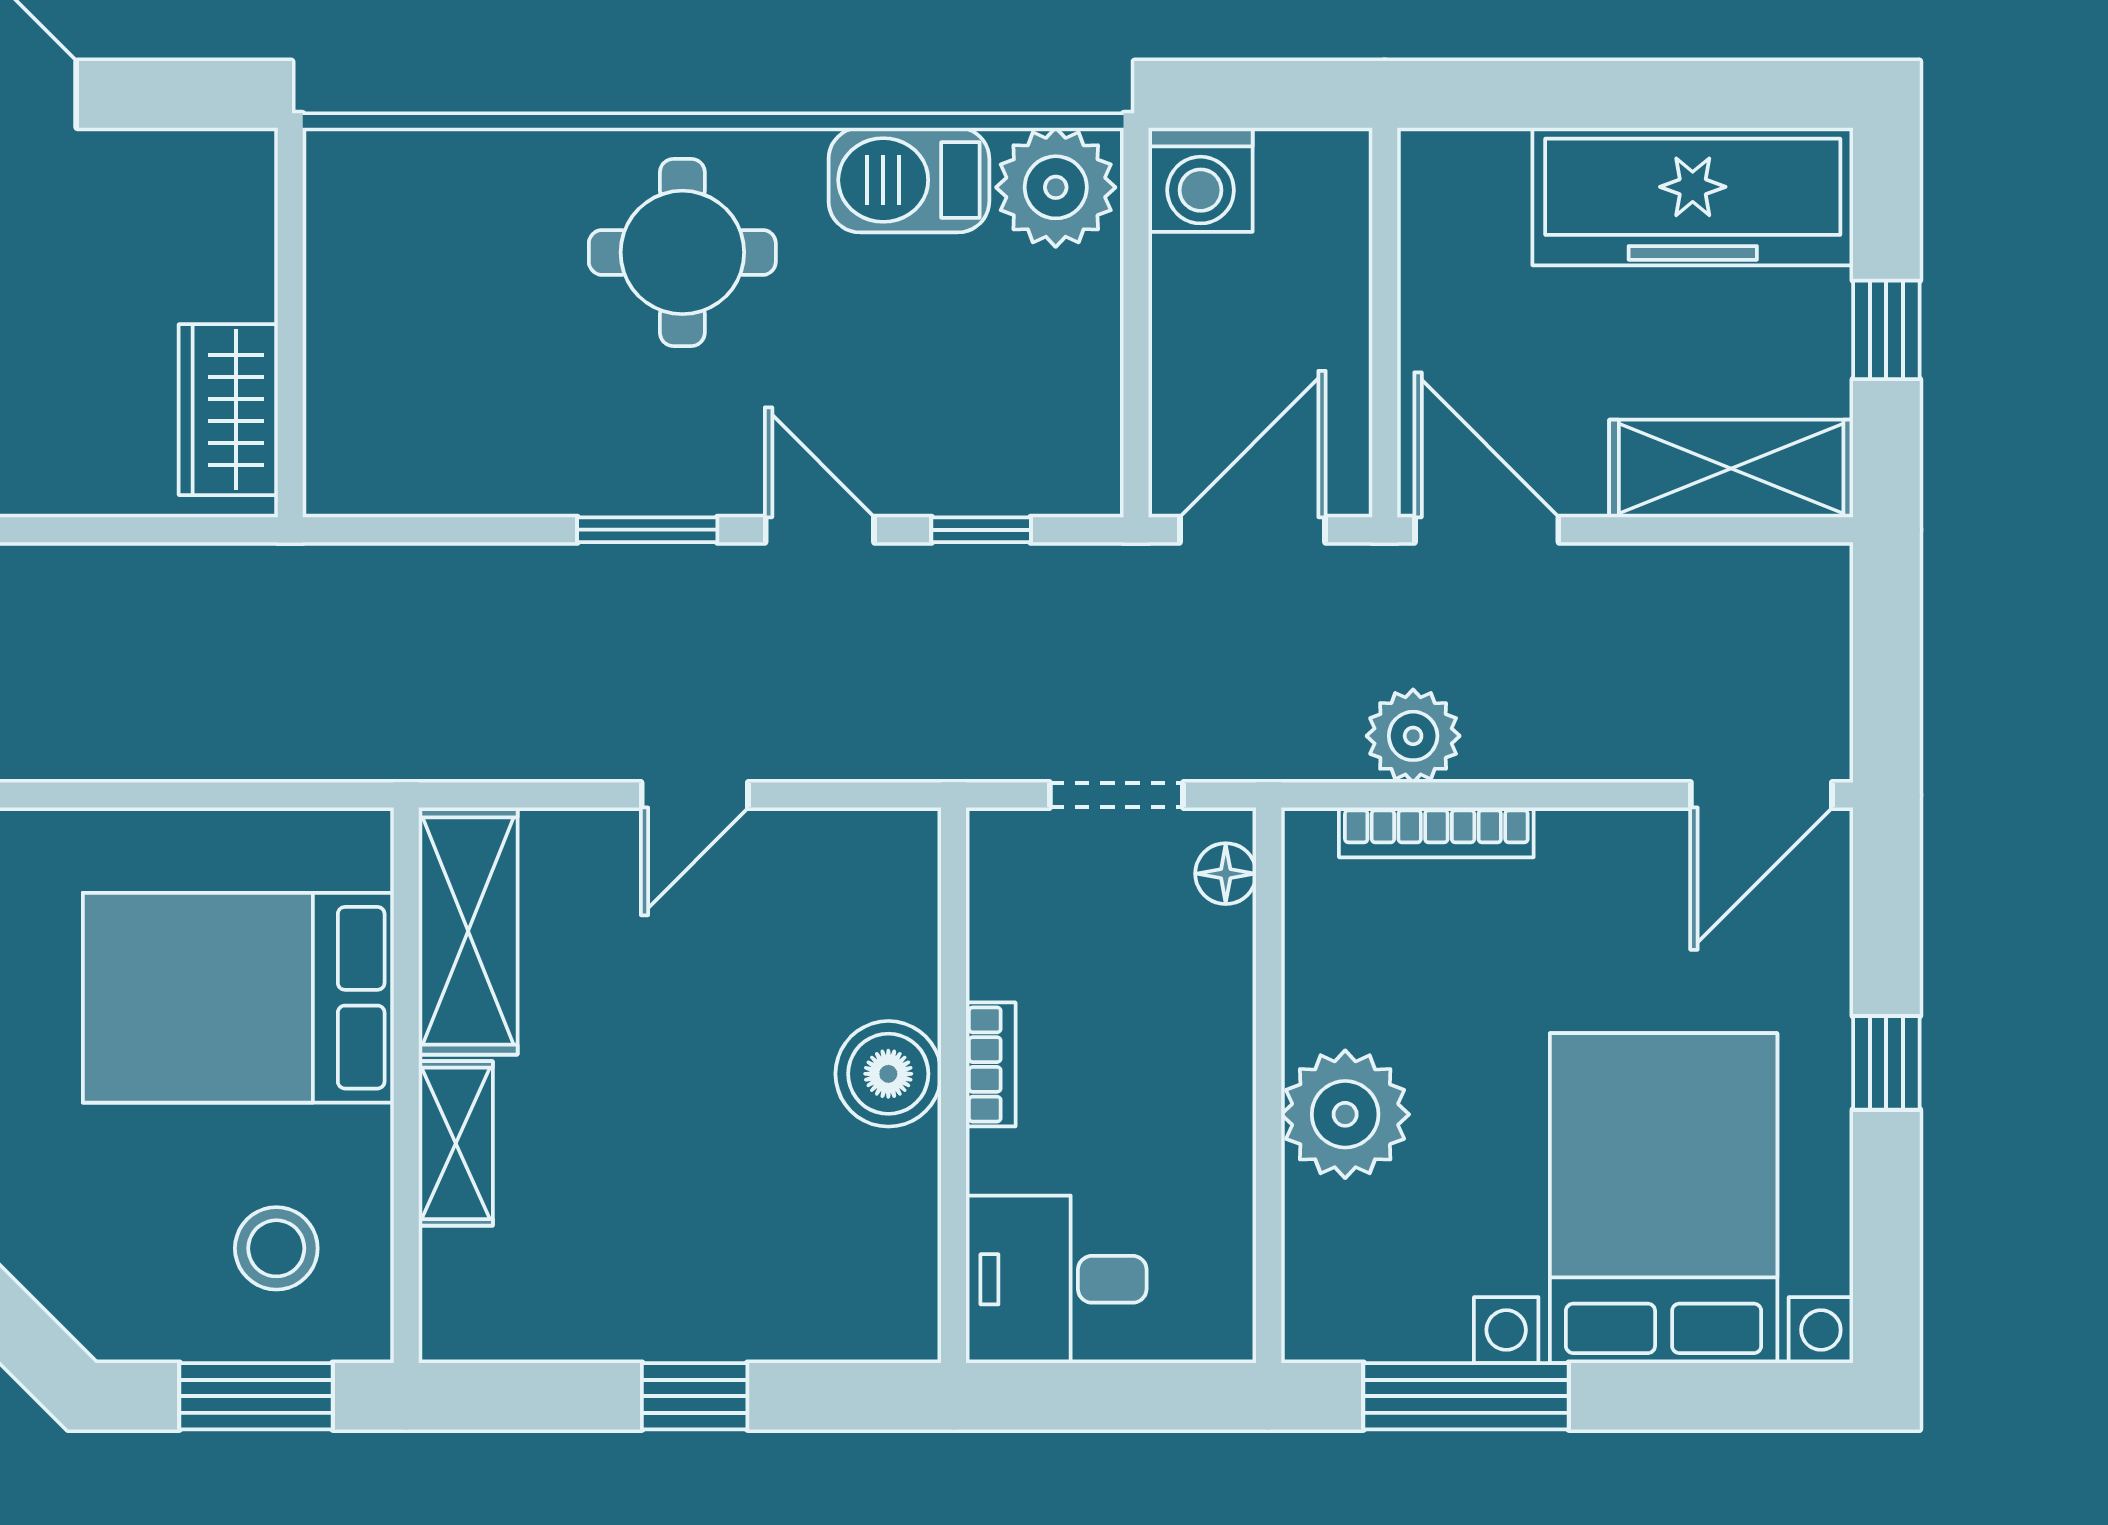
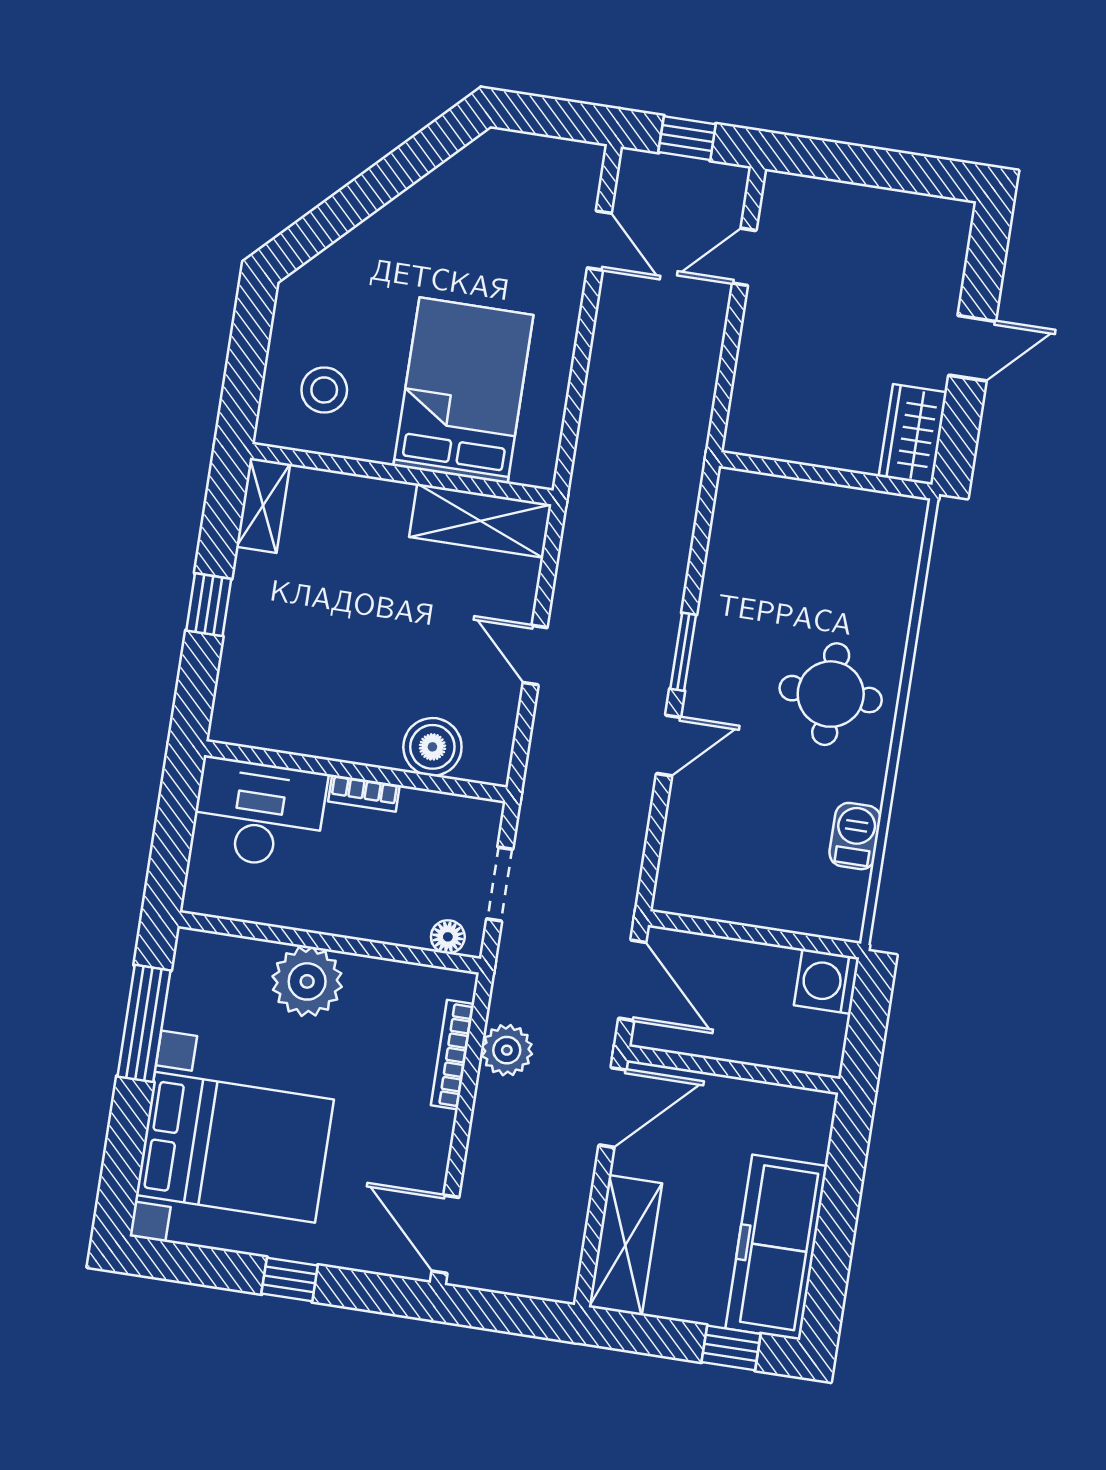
barbecue: (909, 180) -> (855, 836), width x0.73, depth x0.79
plant: (1056, 187) -> (835, 902), removed
window: (1886, 330) -> (731, 1348), moved
wardrobe: (228, 410) -> (913, 434), moved, turned -90
window: (981, 530) -> (655, 833), removed
boiler: (888, 1074) -> (432, 747), moved
shelving: (456, 1143) -> (263, 505), moved, turned 90
desk: (1056, 1279) -> (259, 813), width x1.37
window: (256, 1396) -> (246, 367), removed

